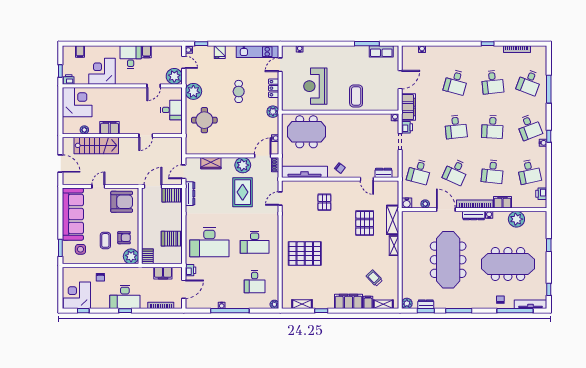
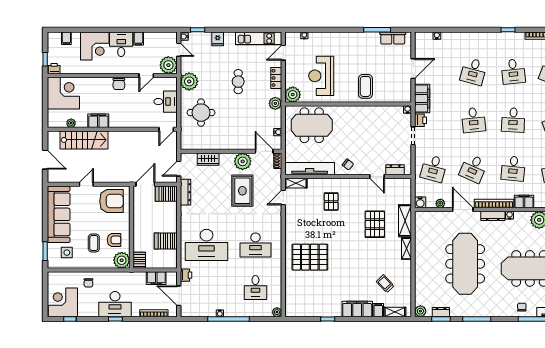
corner desk: (102, 71) -> (95, 46), moved, turned 180
chair: (128, 94) -> (119, 84), added
plant: (289, 103) -> (293, 95), added
door: (146, 136) -> (166, 129), moved
door: (263, 156) -> (264, 151), hinge flipped
door: (184, 289) -> (179, 296), swing flipped
shelving: (302, 304) -> (296, 183), moved

